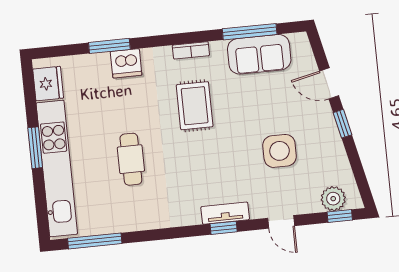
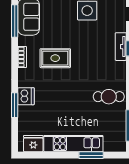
window: (35, 148) -> (91, 155), moved
cafe table: (131, 159) -> (109, 97), moved
kitchen unit: (57, 168) -> (73, 144), width x0.73

